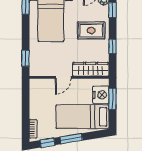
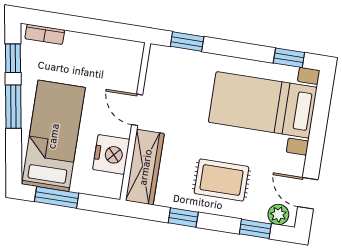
rug: (91, 30) -> (221, 180), turned 90
nightstand: (101, 95) -> (111, 154), moved, turned -90
window: (113, 99) -> (57, 197), moved

